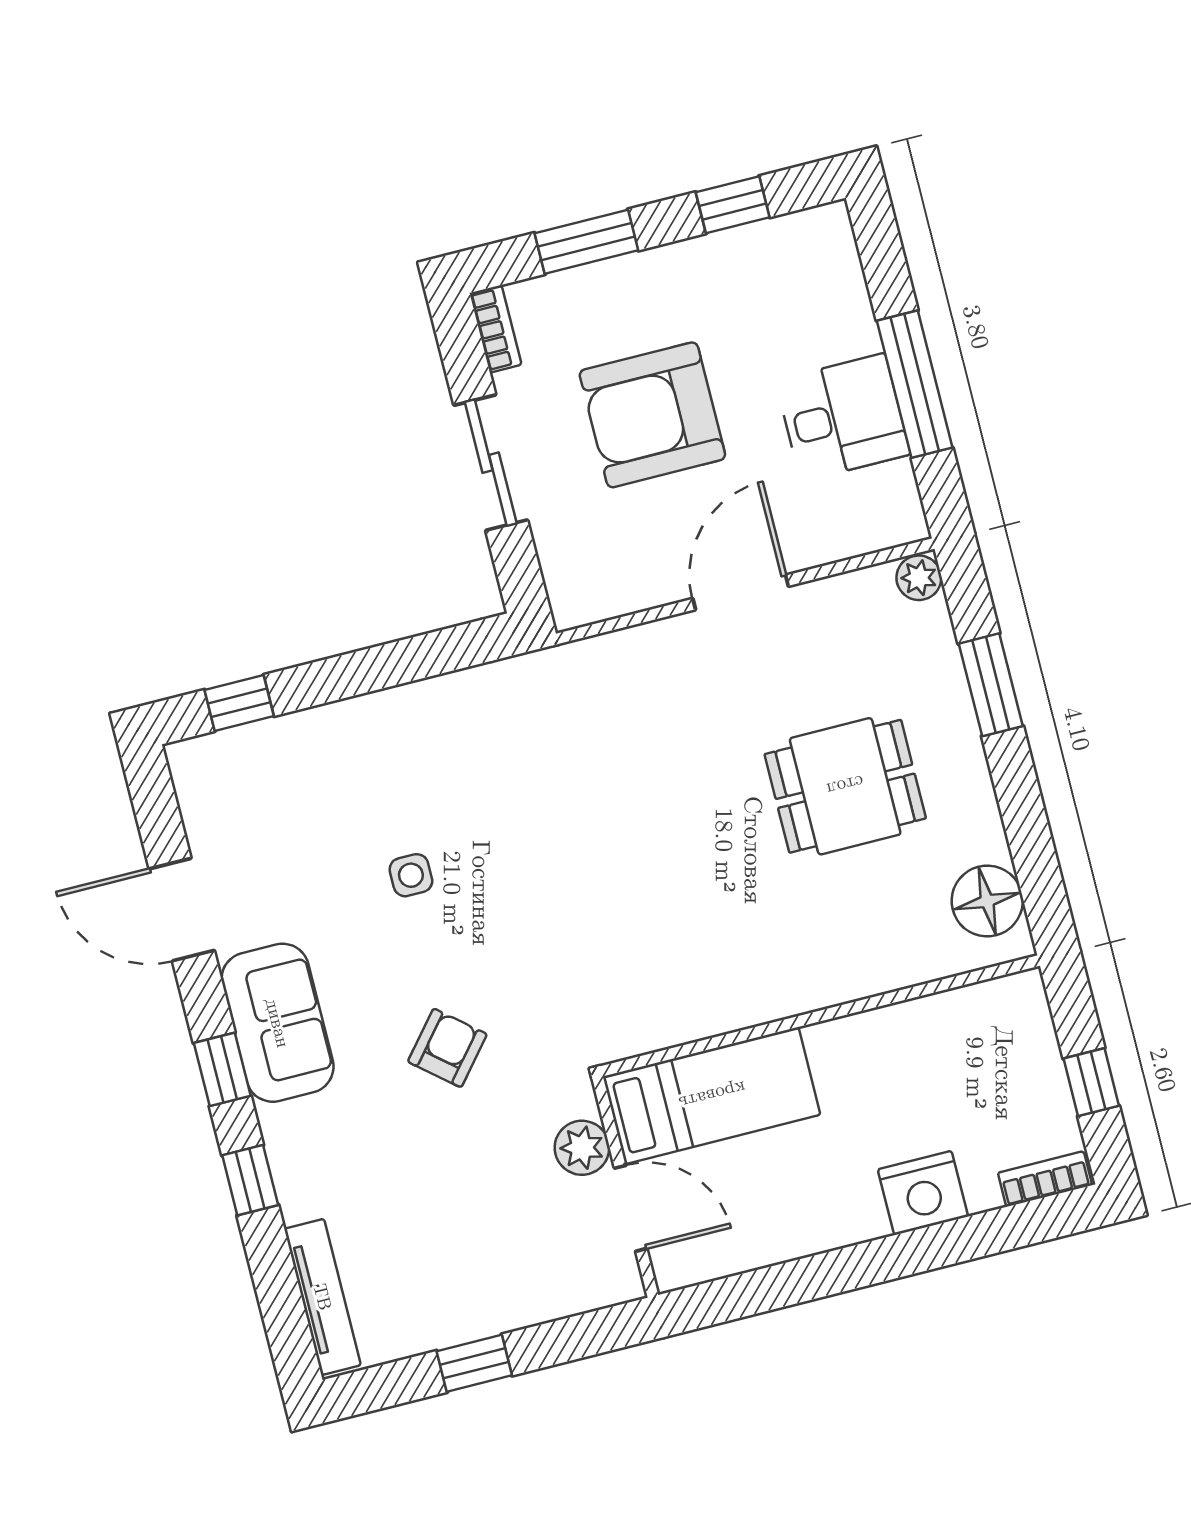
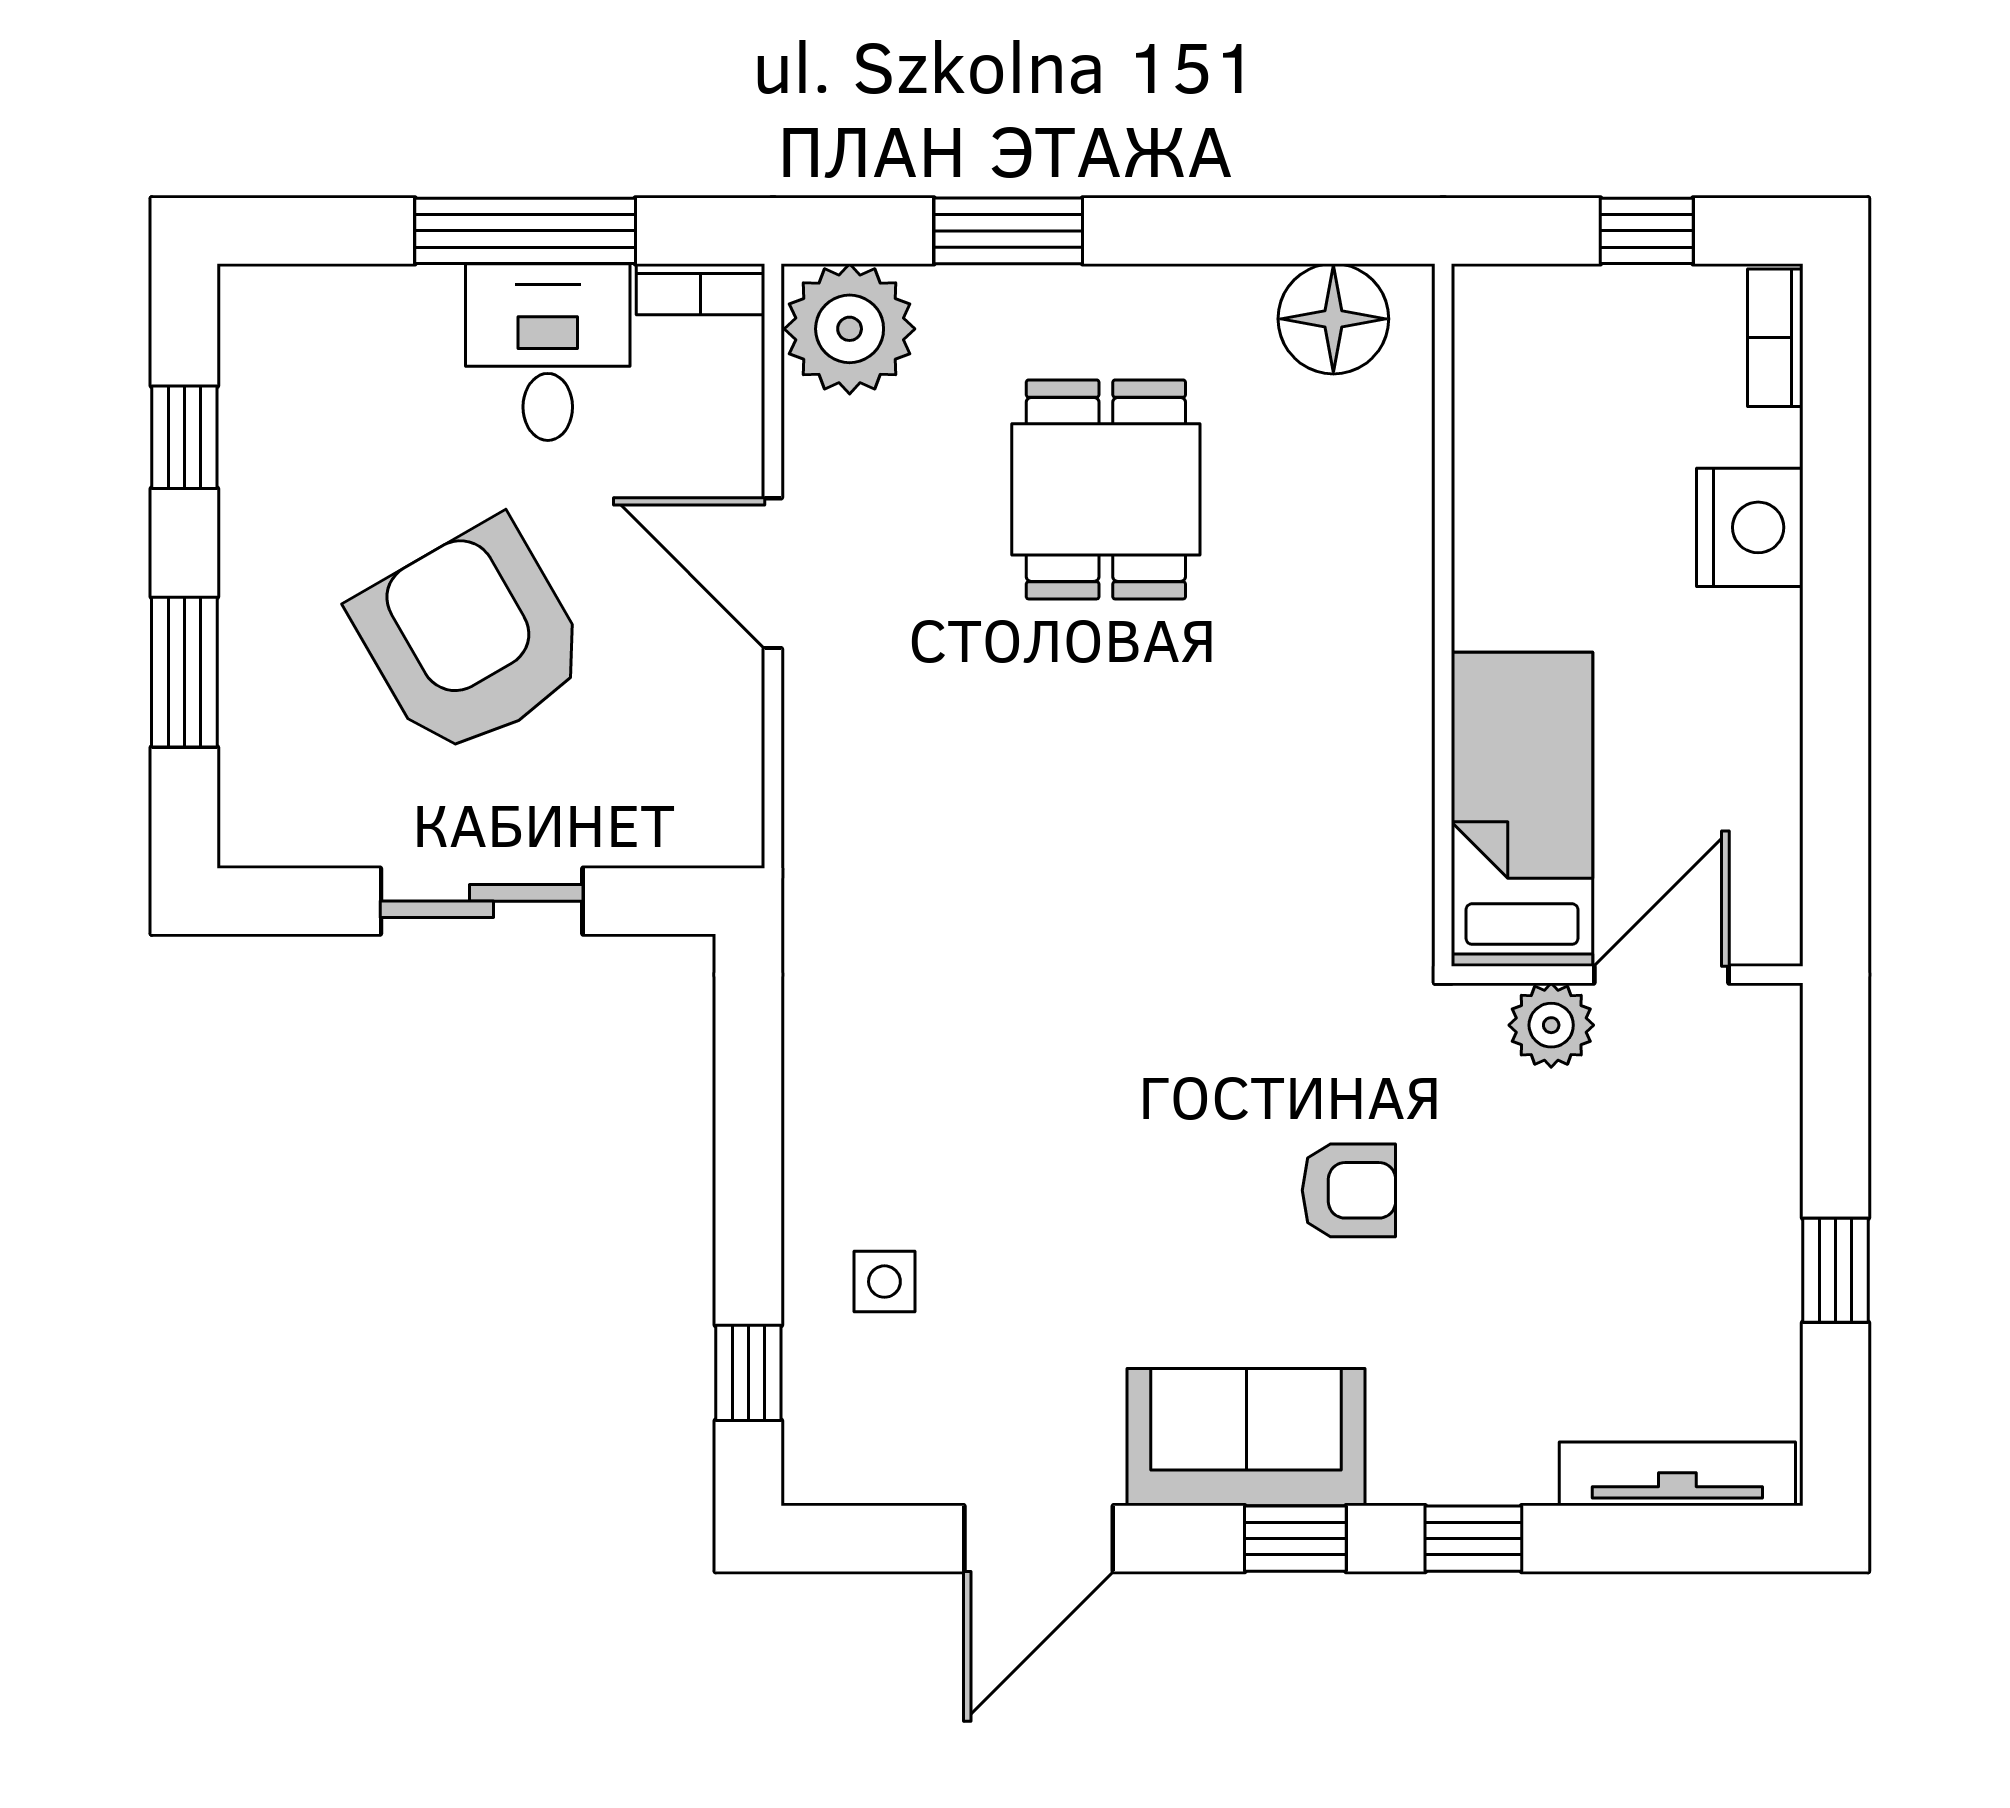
bookcase: (496, 329) -> (701, 289), moved, turned 180
armchair: (652, 415) -> (471, 639), turned 150
plant: (919, 578) -> (850, 329), width x1.88, depth x1.88
side table: (411, 875) -> (884, 1282), moved
armchair: (447, 1048) -> (1349, 1190), turned 140

